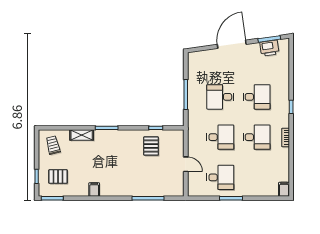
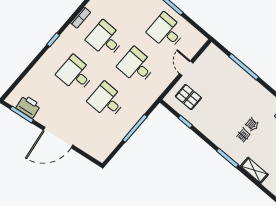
desk: (220, 97) -> (107, 101), turned 180
pallet: (151, 146) -> (188, 97), moved, turned 90

